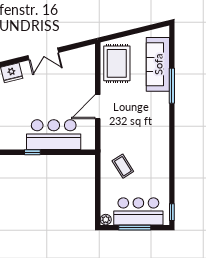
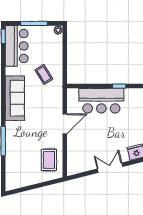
rug: (117, 63) -> (49, 160), width x0.73, depth x0.70
sofa: (158, 64) -> (15, 98), moved
bar counter: (138, 211) -> (17, 46), moved, turned -90

